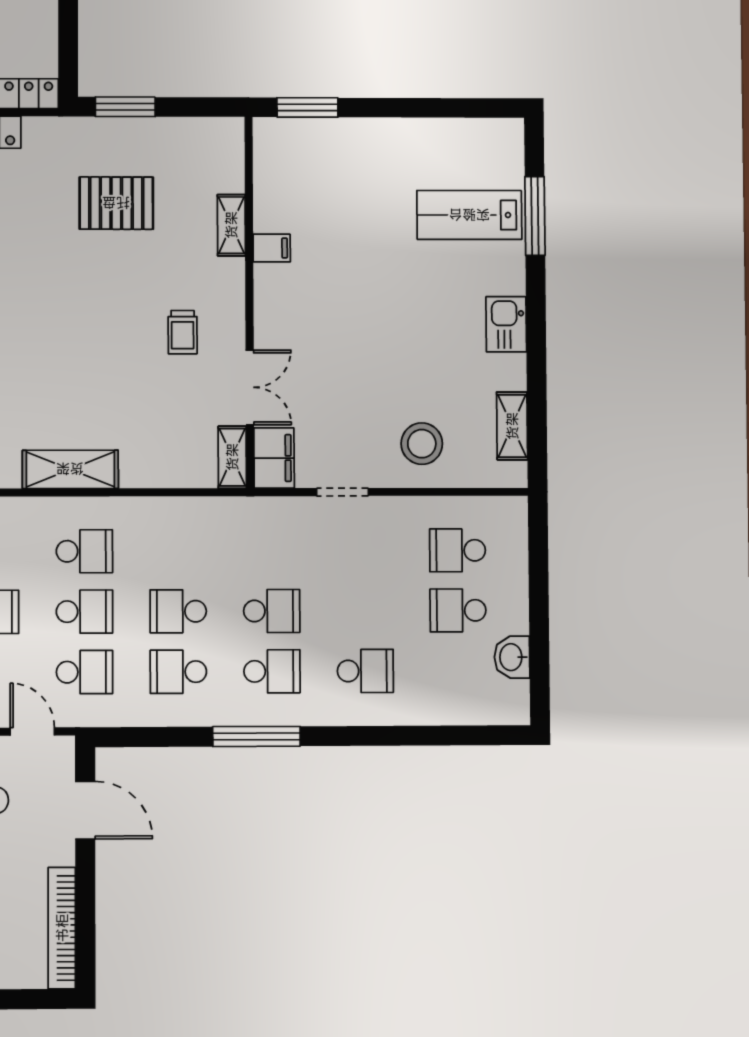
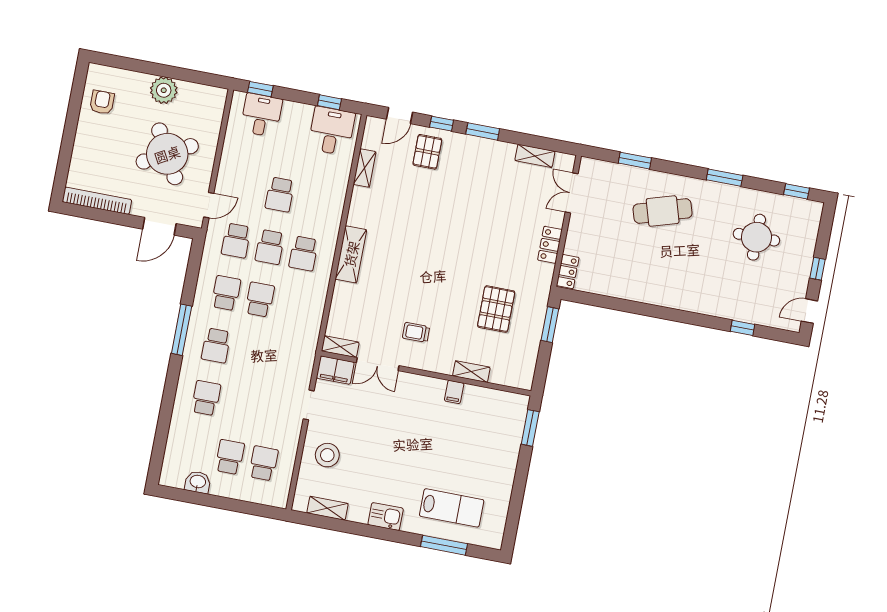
lab bench: (469, 215) -> (452, 508), turned 90
school desk: (272, 611) -> (250, 352), removed
school desk: (365, 671) -> (206, 398), turned 180

